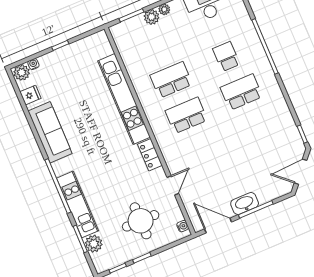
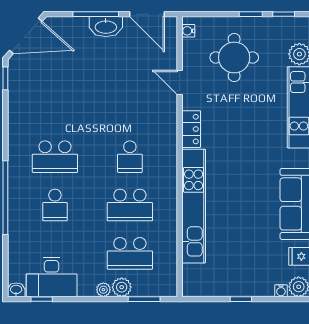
school desk: (156, 44) -> (130, 253), added
school desk: (186, 115) -> (130, 157), width x0.54
door: (300, 172) -> (26, 36), width x1.36
door: (173, 185) -> (180, 83), hinge flipped

